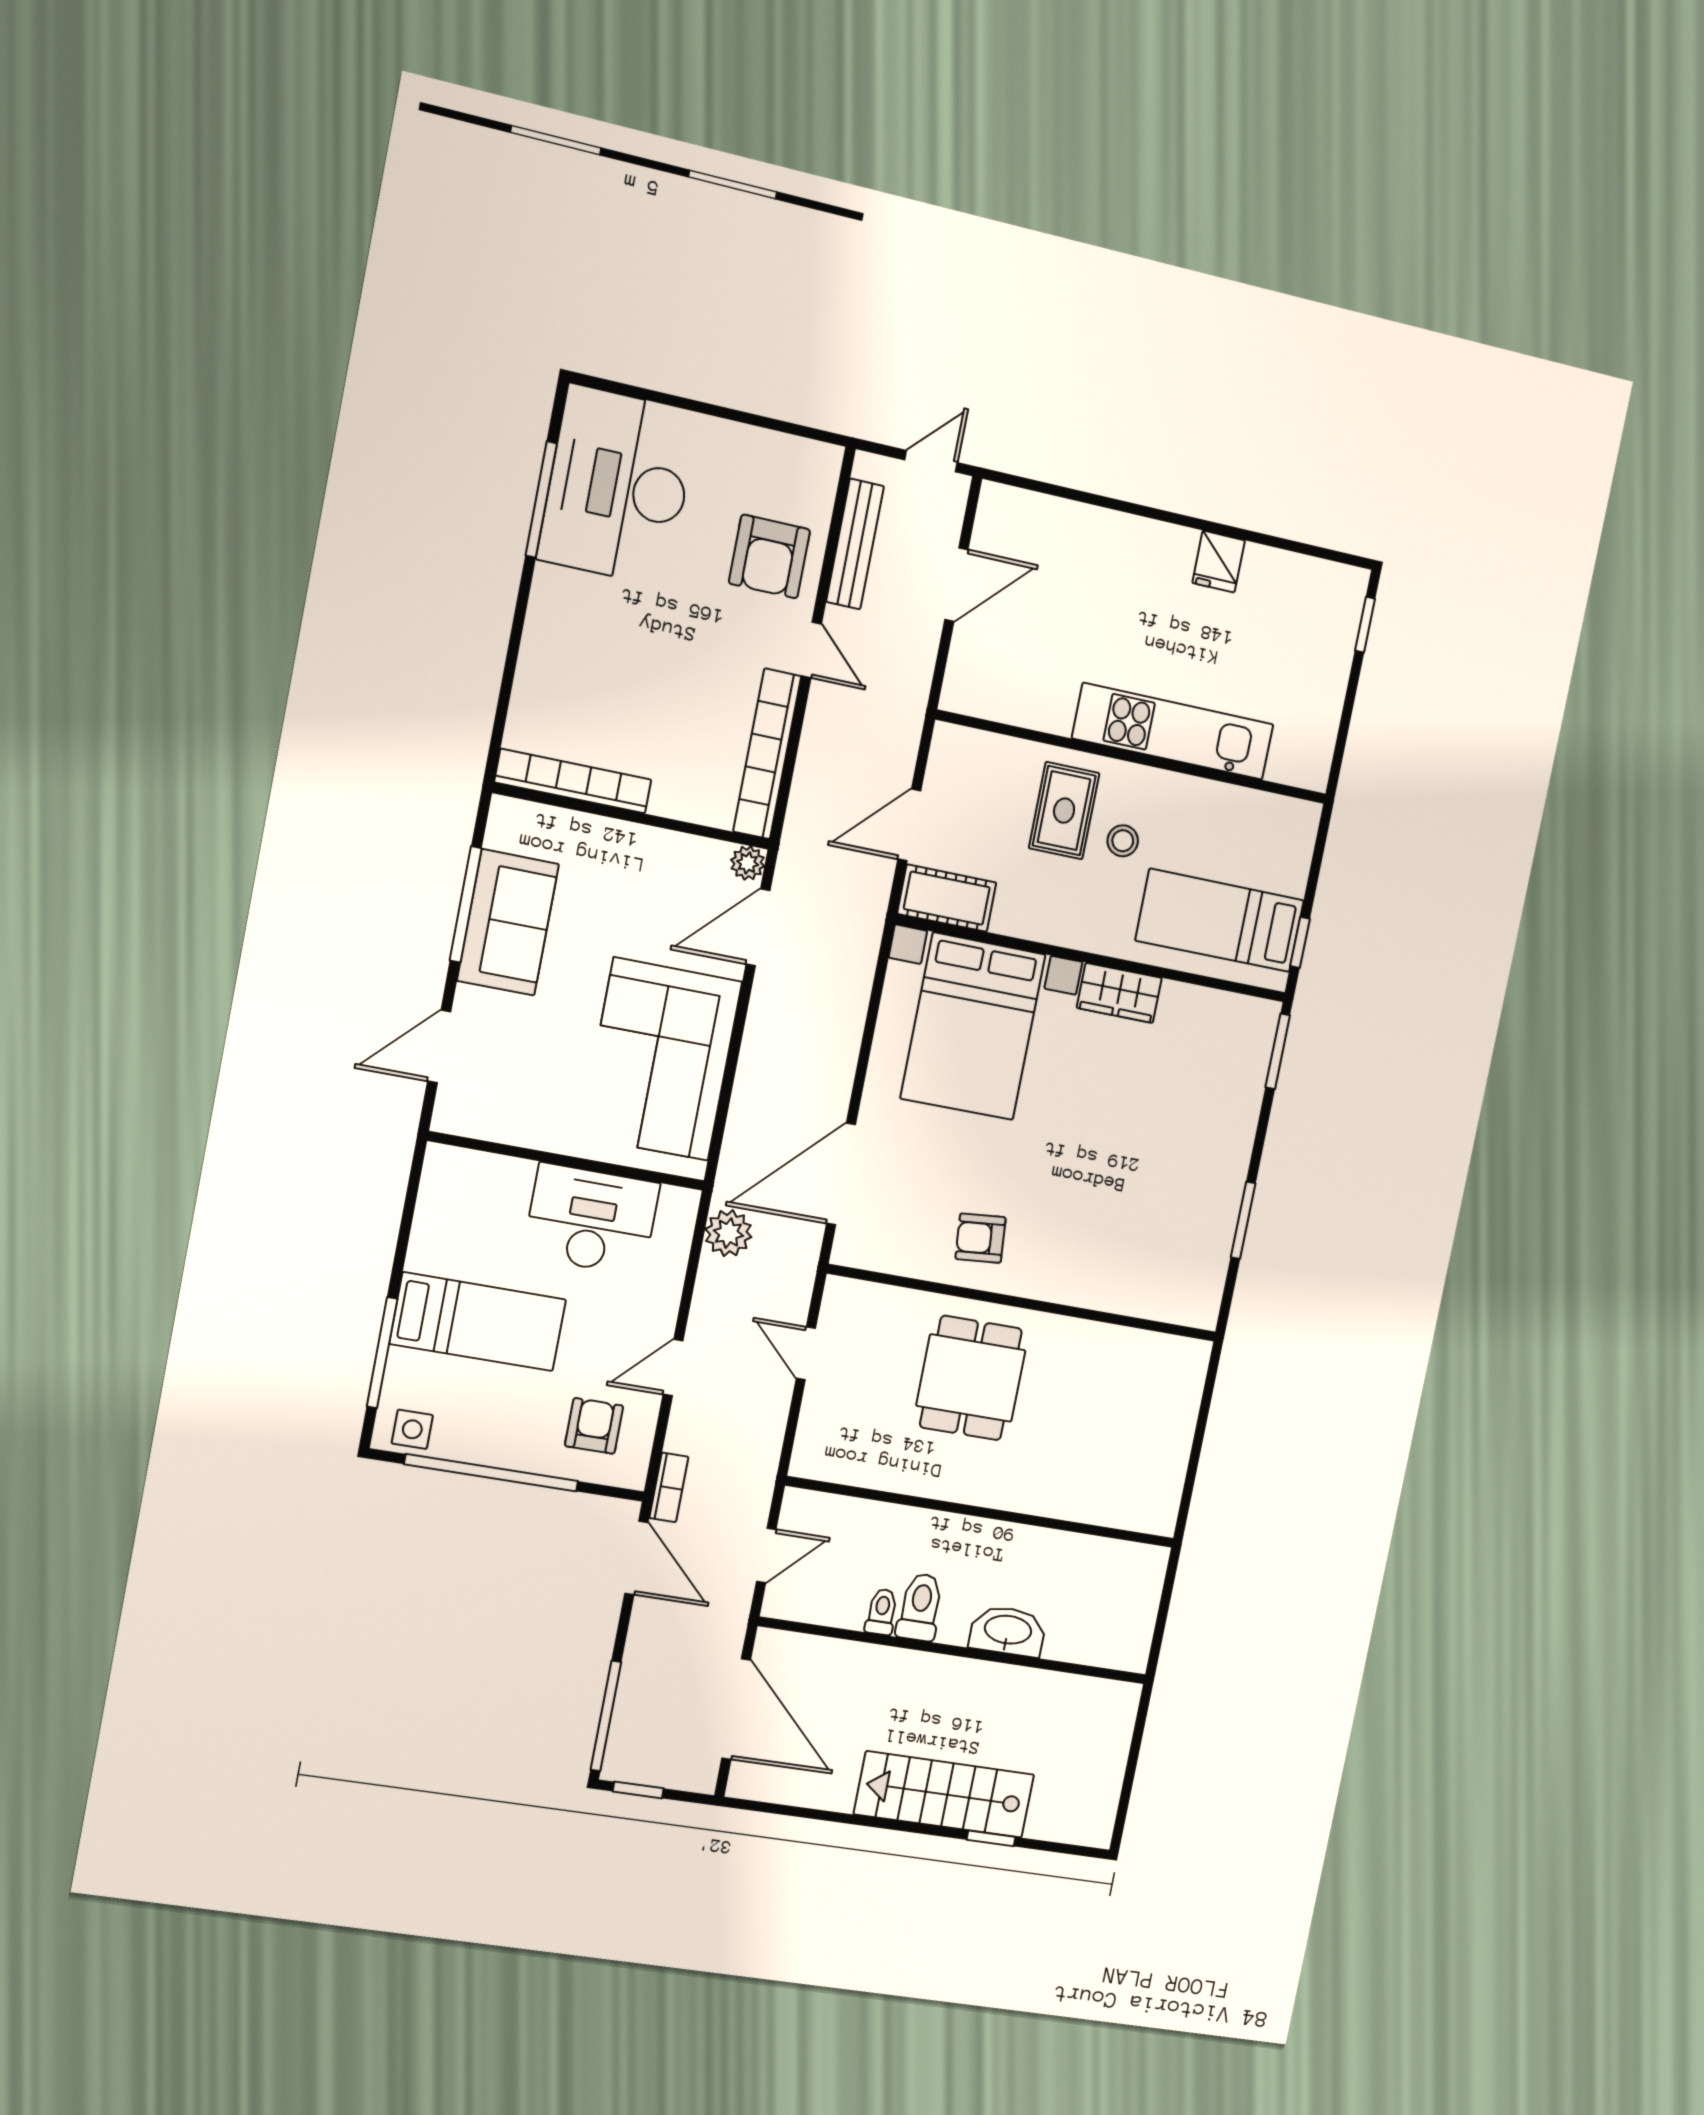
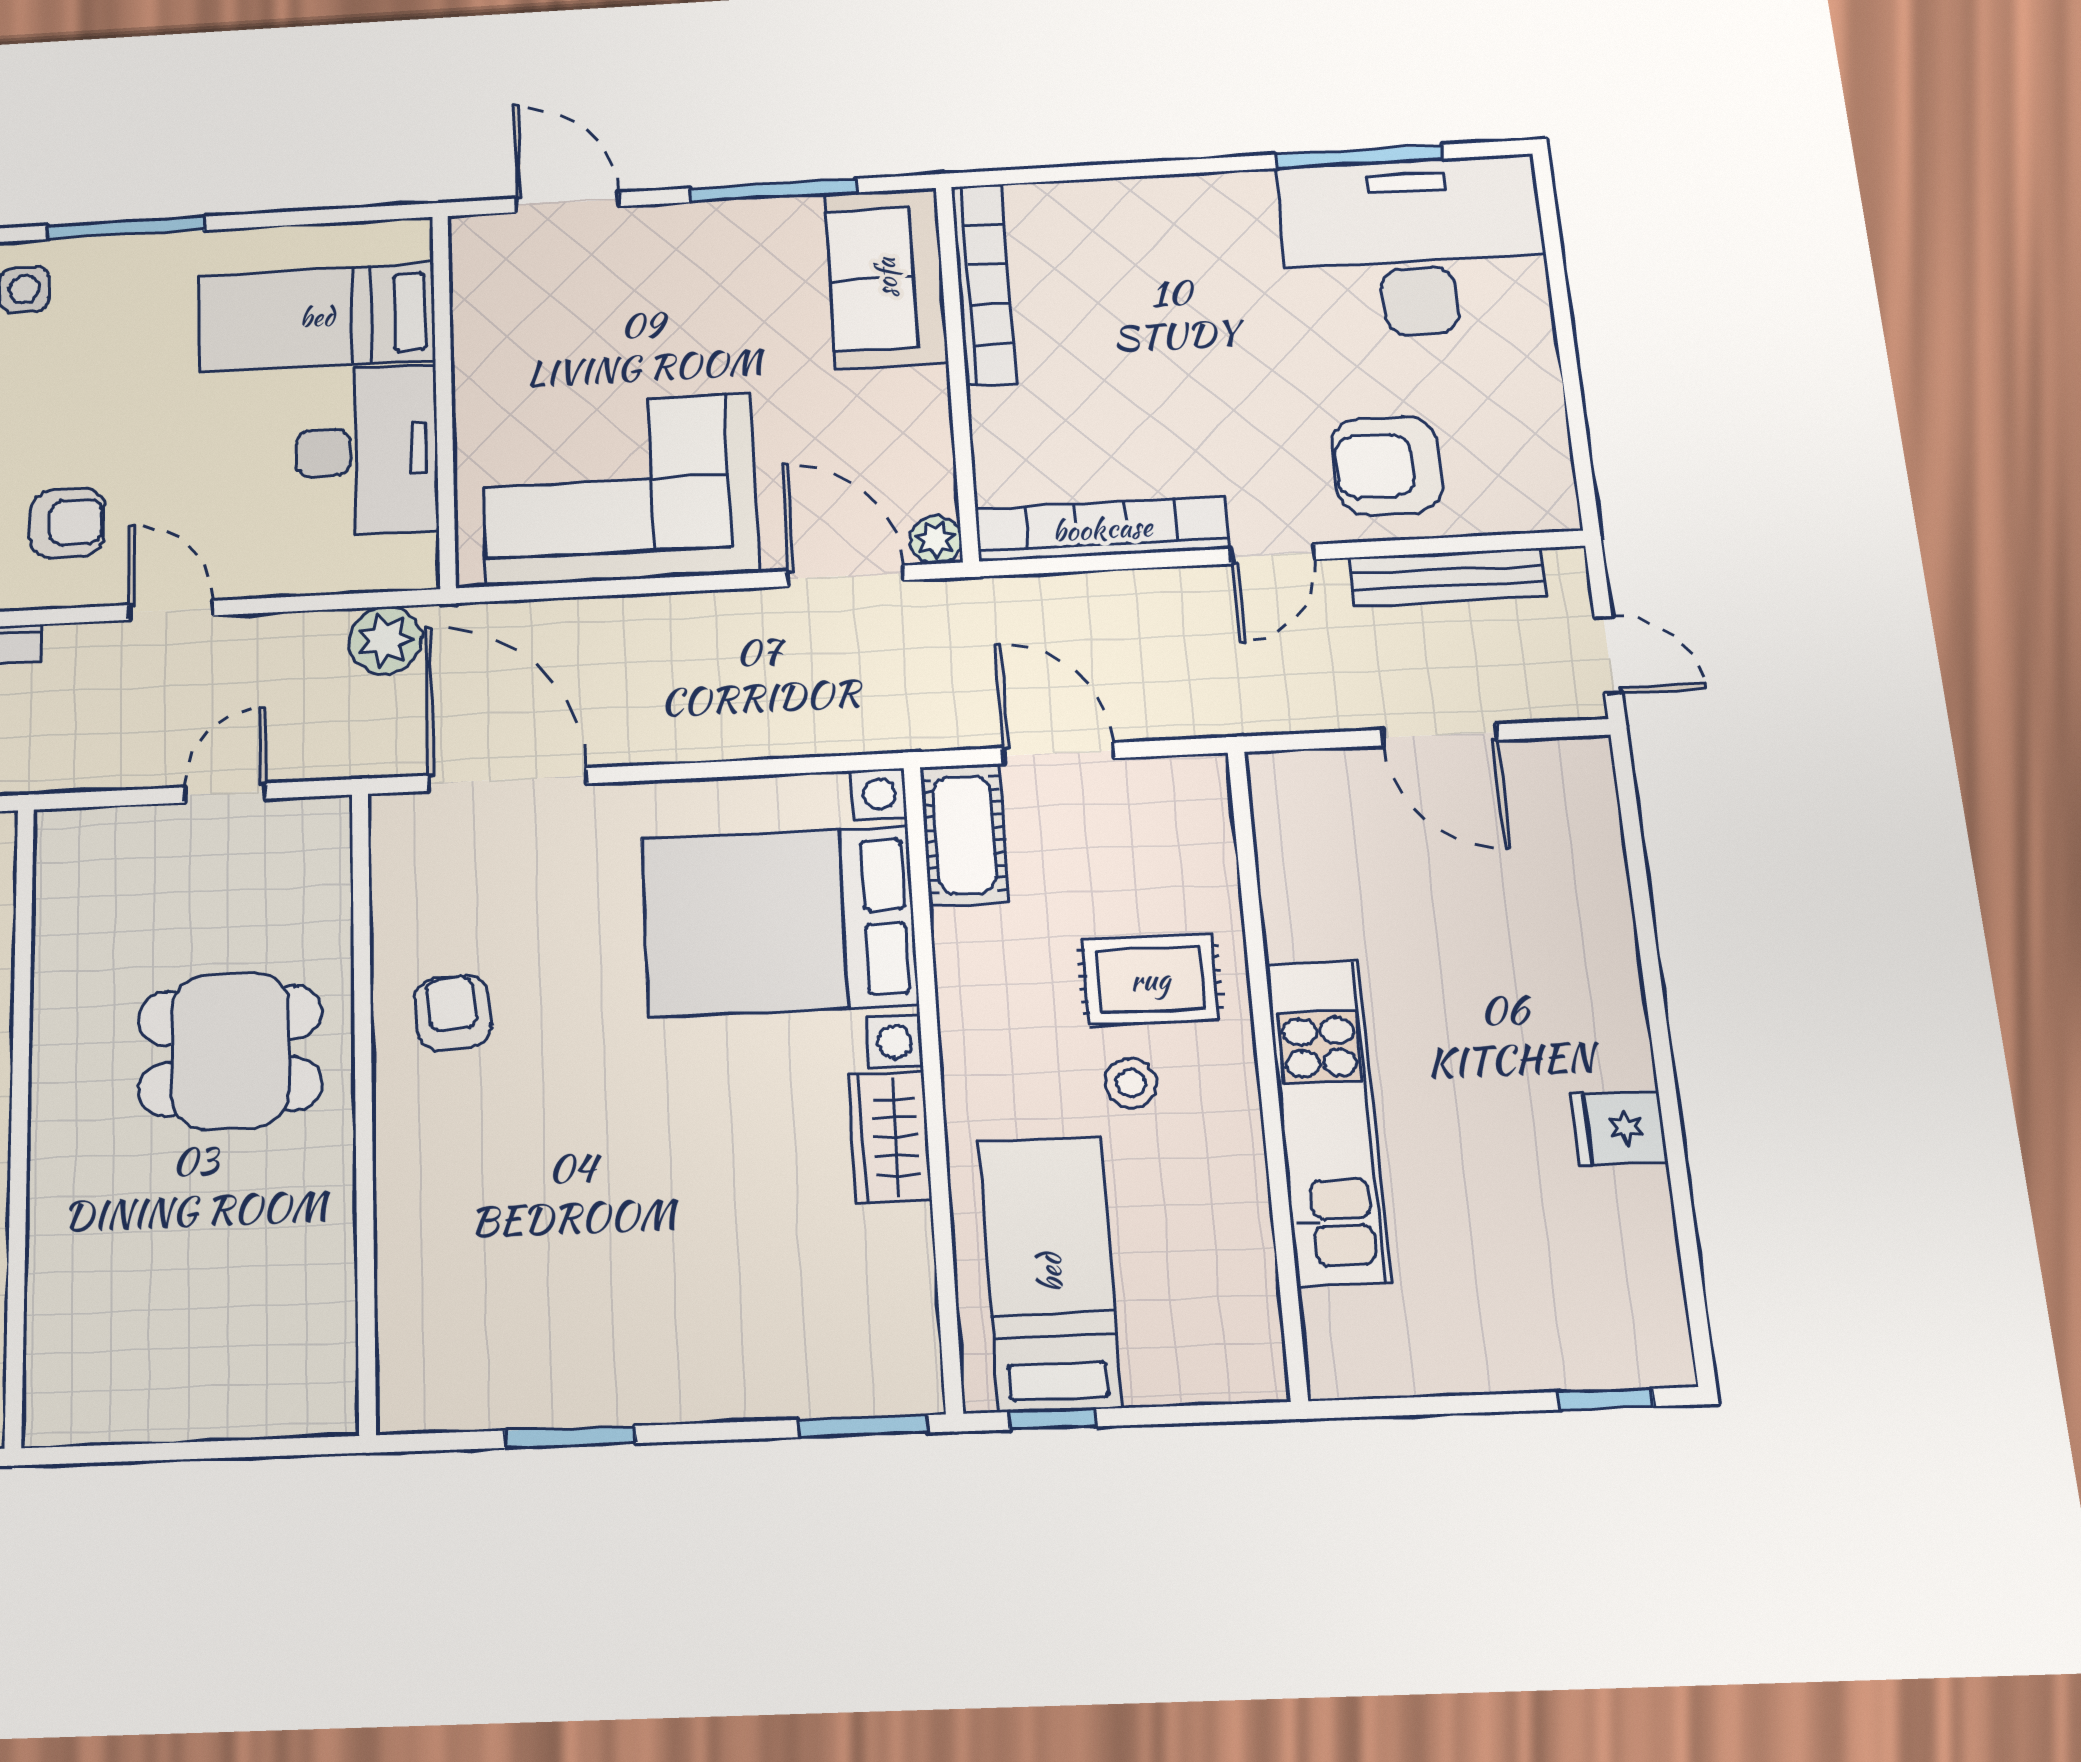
sofa: (508, 922) -> (886, 278), moved, turned 90
bed: (478, 1322) -> (317, 317), moved, turned 90

